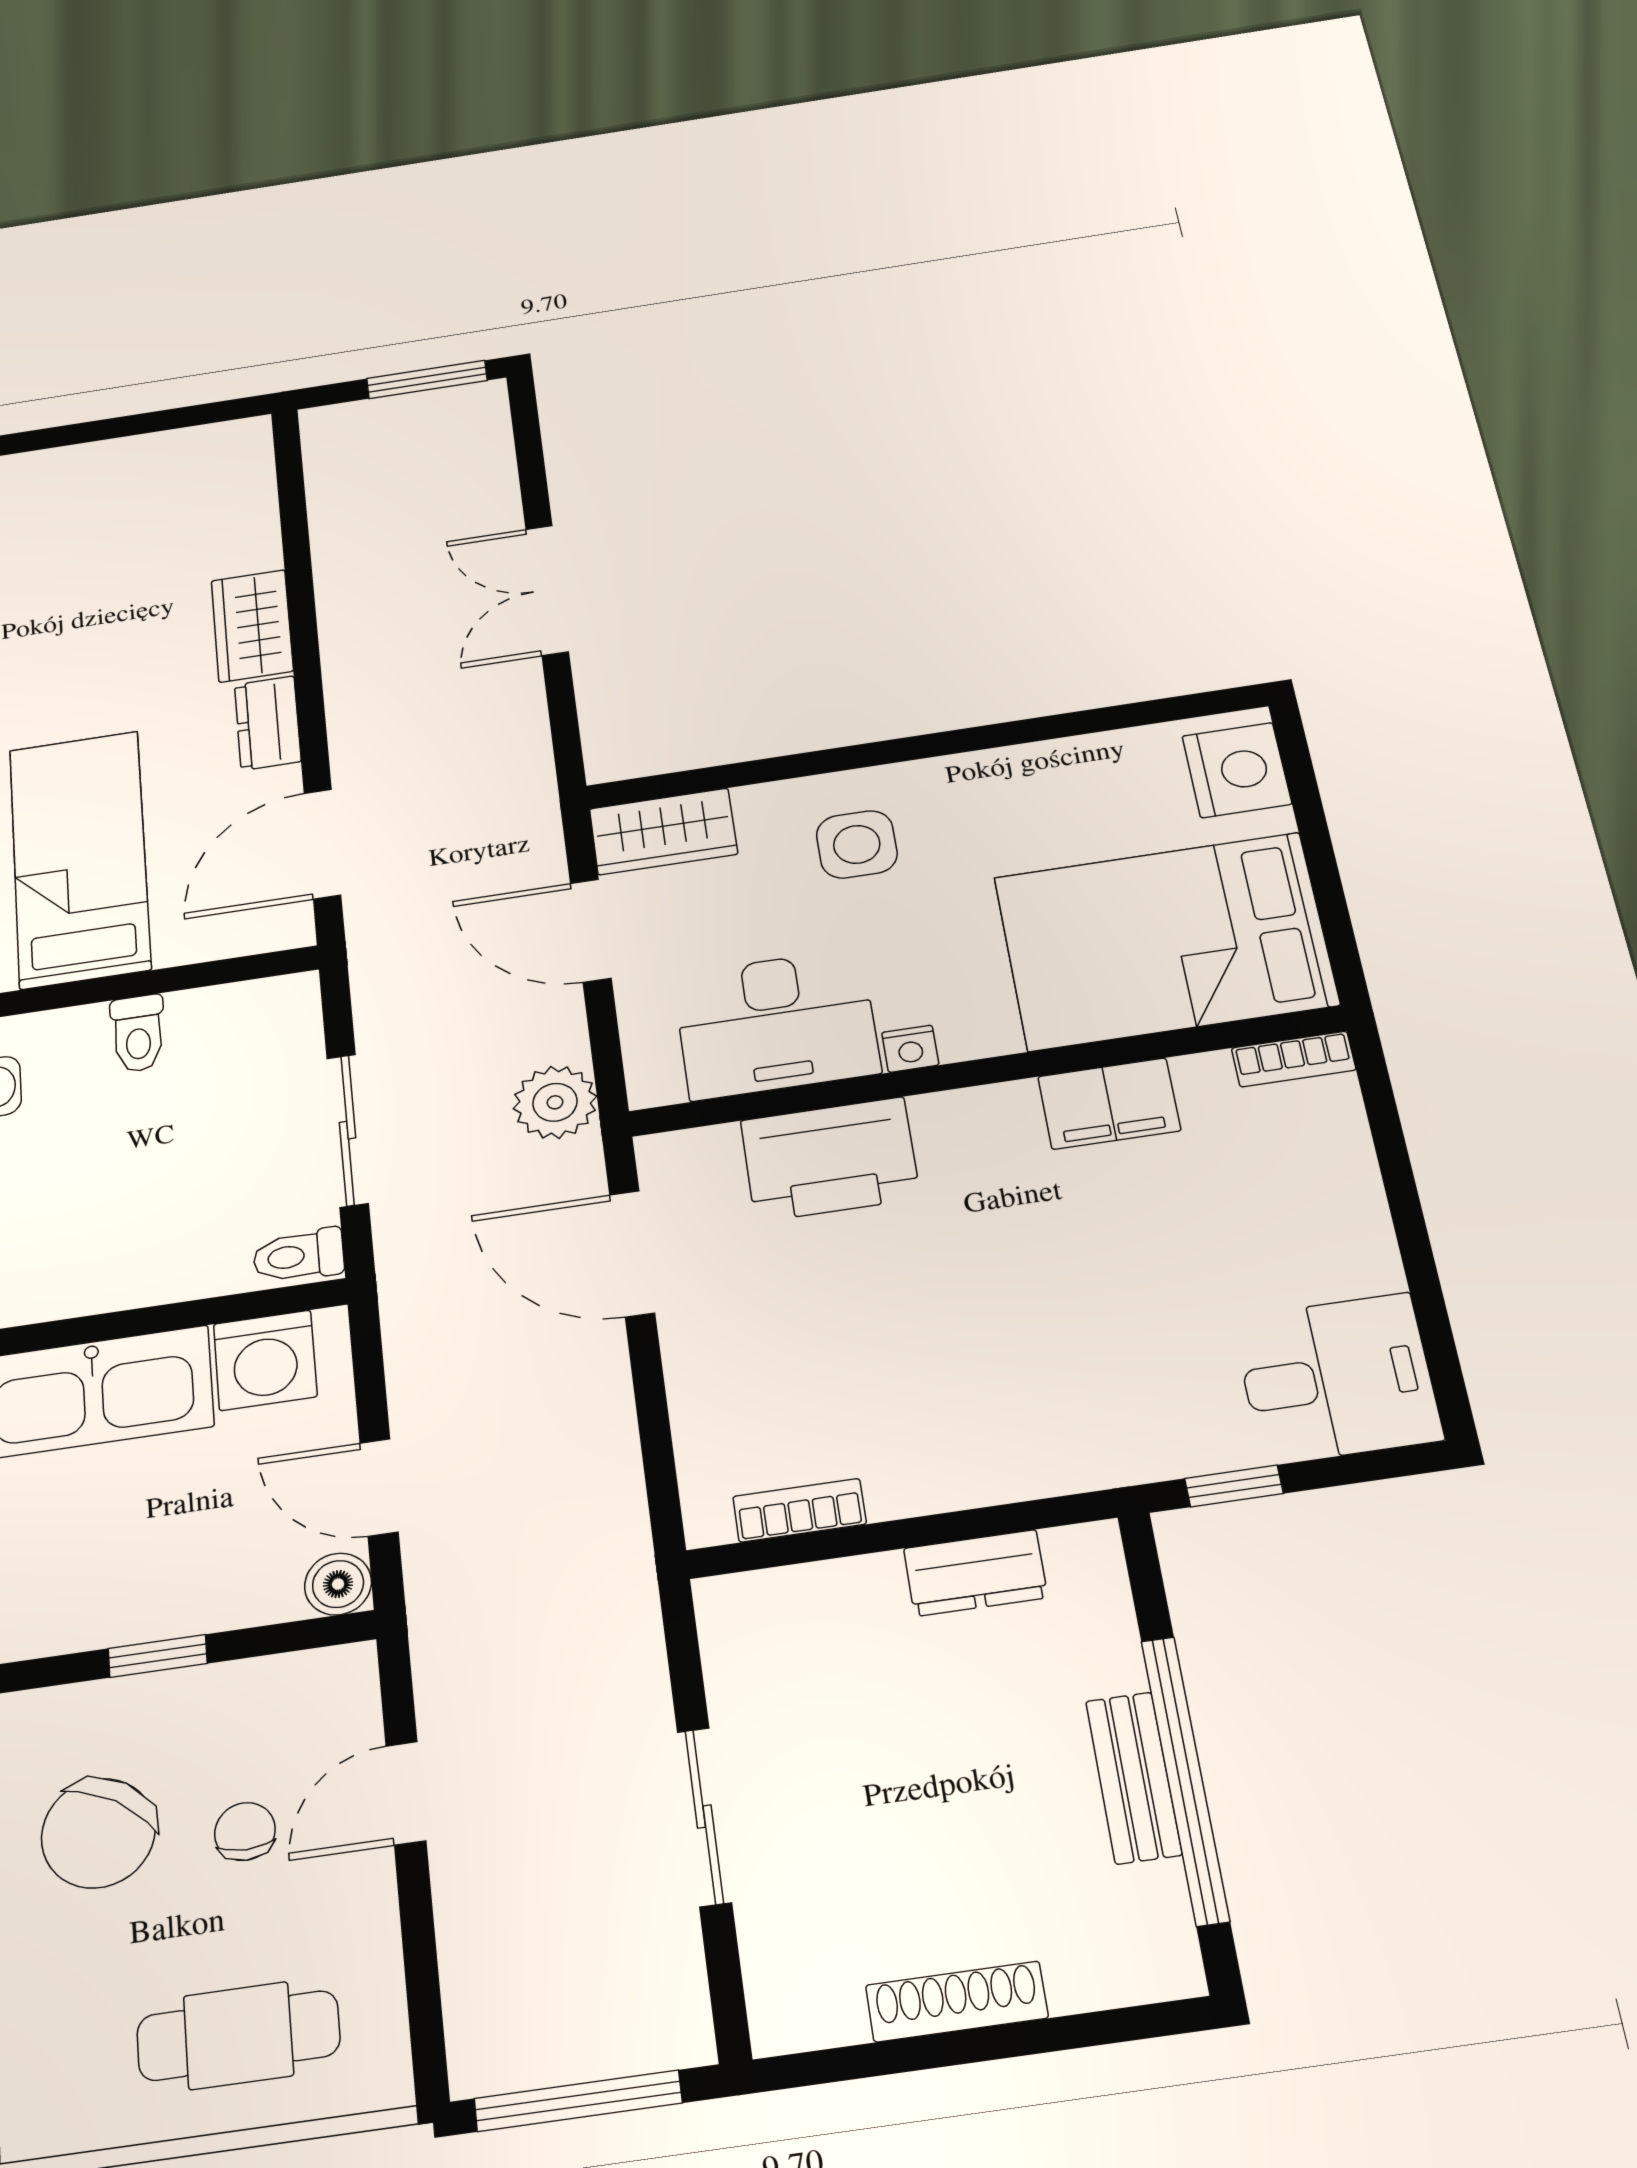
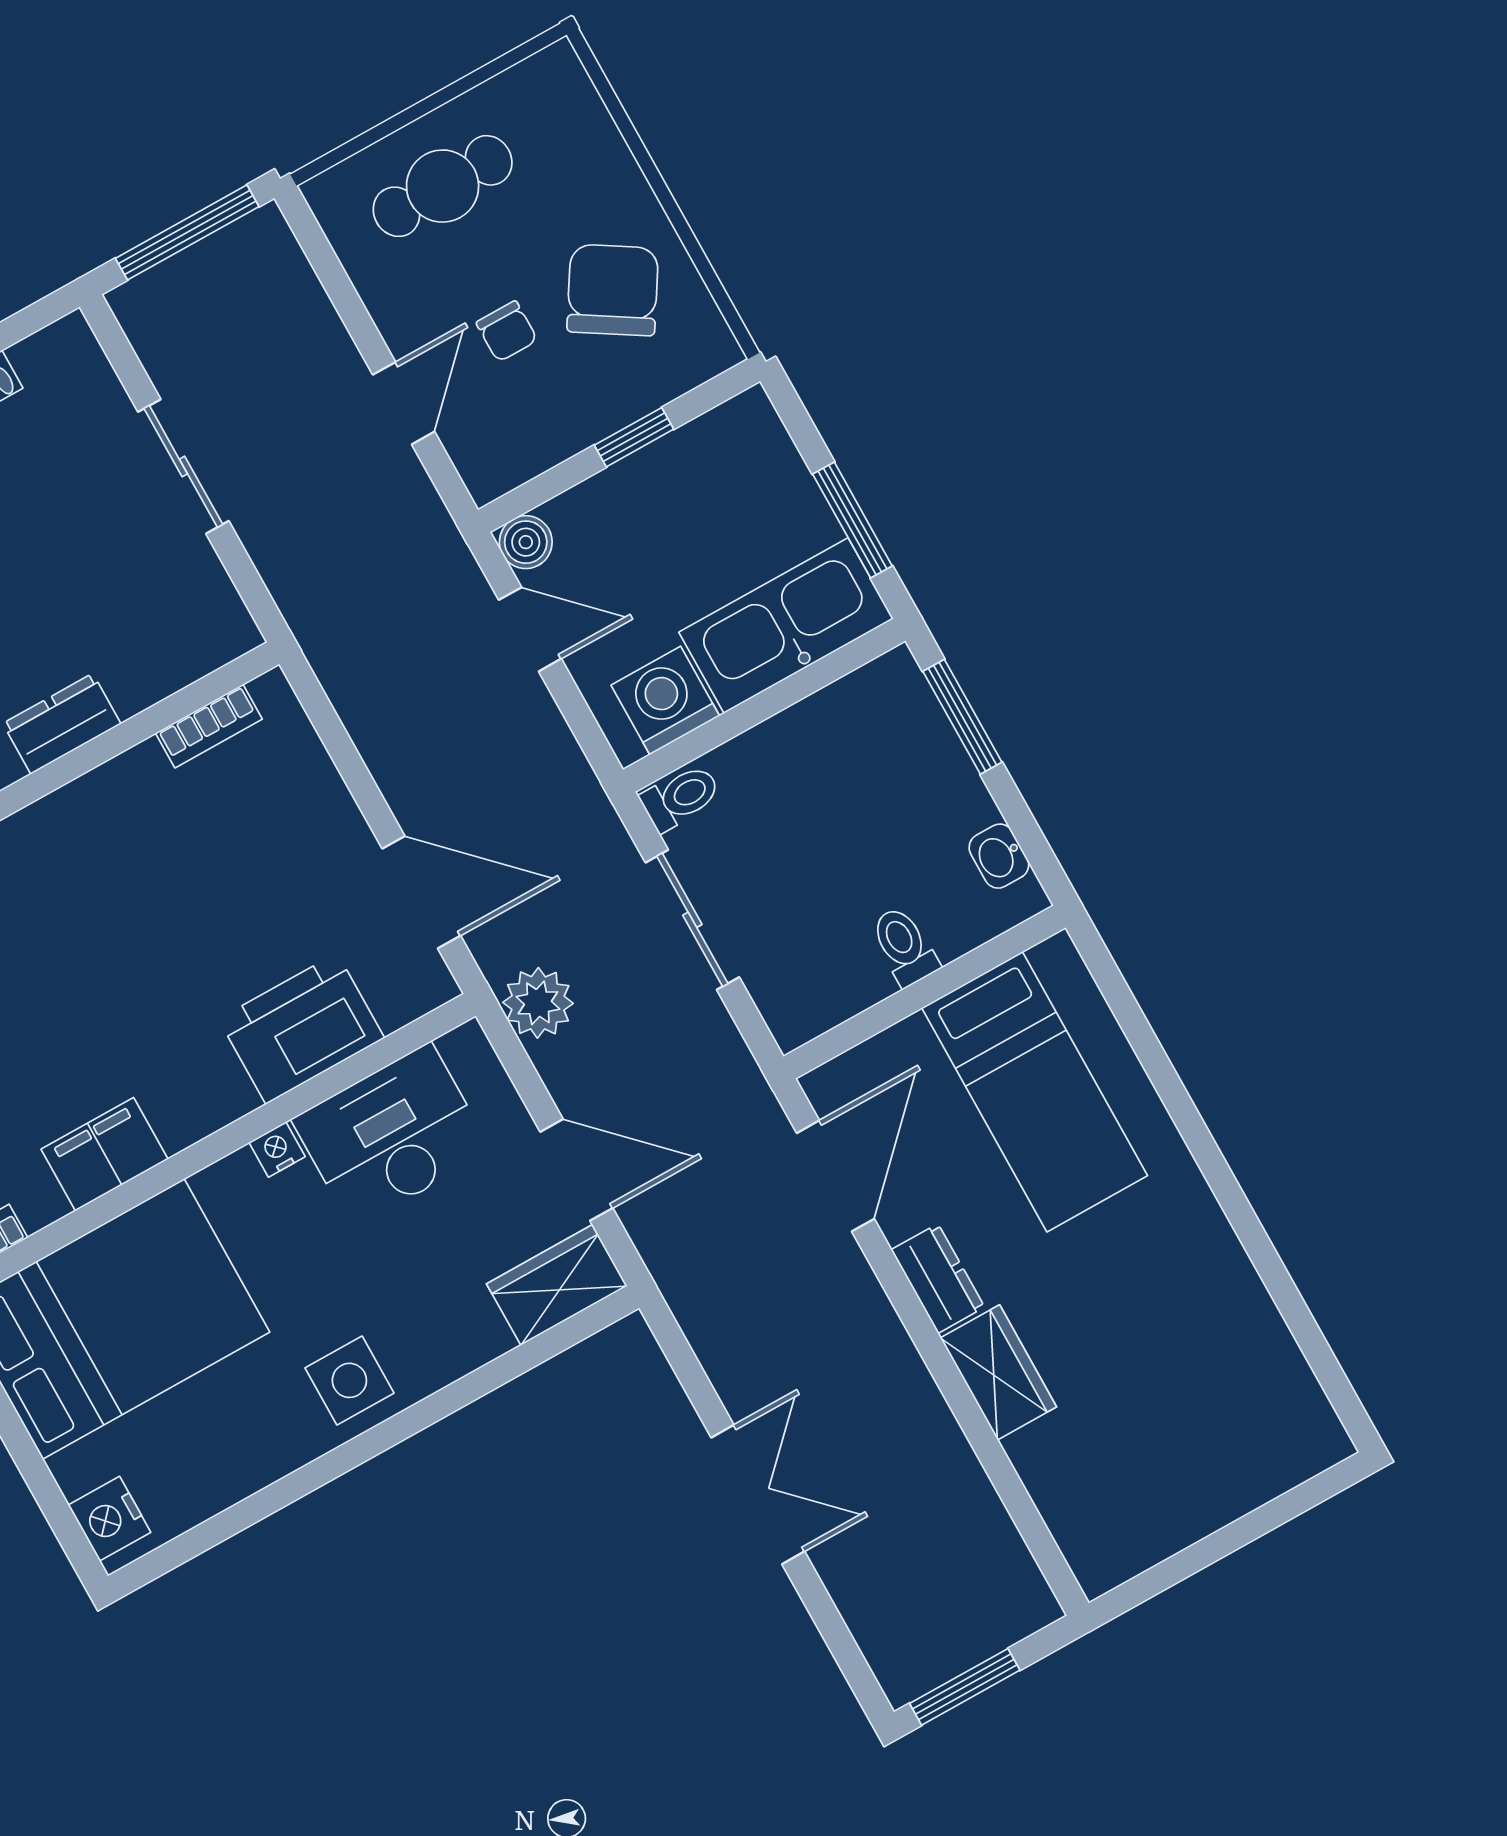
nightstand: (1237, 770) -> (109, 1519), width x0.74, depth x0.75
side table: (857, 844) -> (349, 1380), moved

